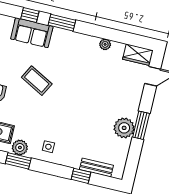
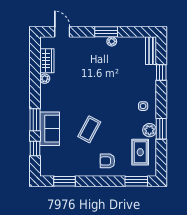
sofa: (32, 33) -> (50, 129), moved
wardrobe: (138, 55) -> (47, 61), moved
plant: (124, 128) -> (112, 41), width x0.53, depth x0.53
bench: (96, 167) -> (151, 51), moved

